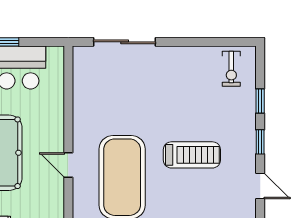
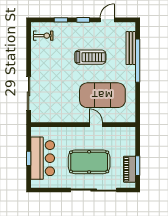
treadmill: (192, 155) -> (90, 57), turned 90
door: (68, 165) -> (96, 125), swing flipped

